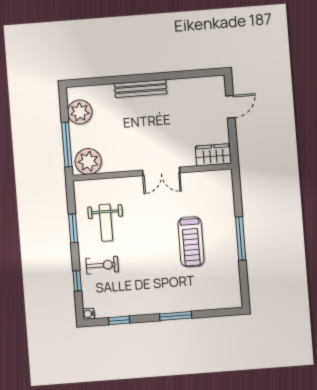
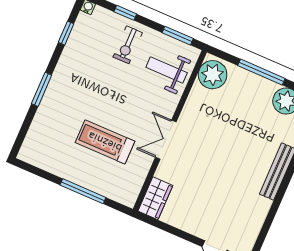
wardrobe: (213, 155) -> (155, 198), moved
plant: (88, 161) -> (213, 75), moved
double door: (161, 171) -> (166, 140), moved
wall: (152, 172) -> (170, 131), moved

